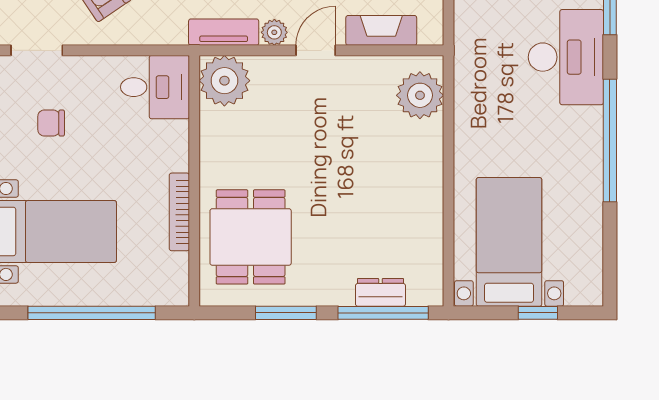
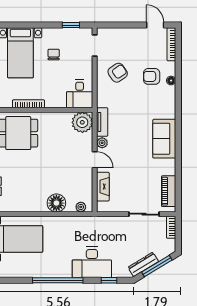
plant: (420, 95) -> (81, 207), width x0.53, depth x0.53
chair: (51, 123) -> (54, 54), moved
floor lamp: (421, 144) -> (56, 203), added

